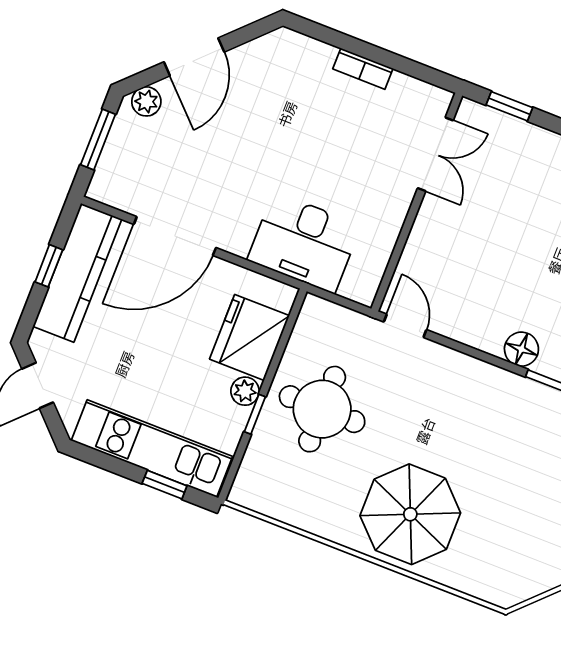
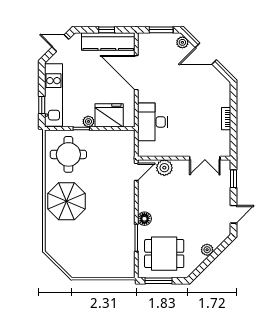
plant: (421, 257) -> (164, 168), added
round table: (322, 409) -> (68, 154), moved

